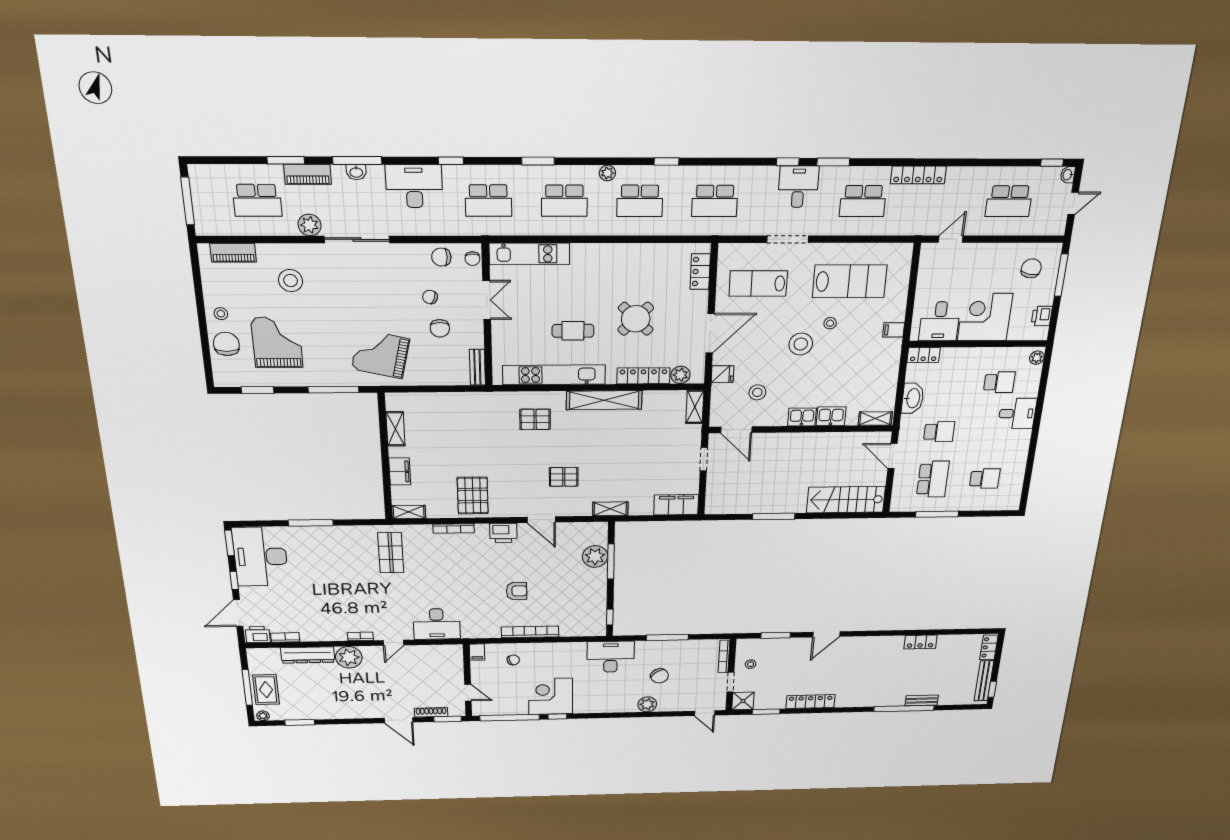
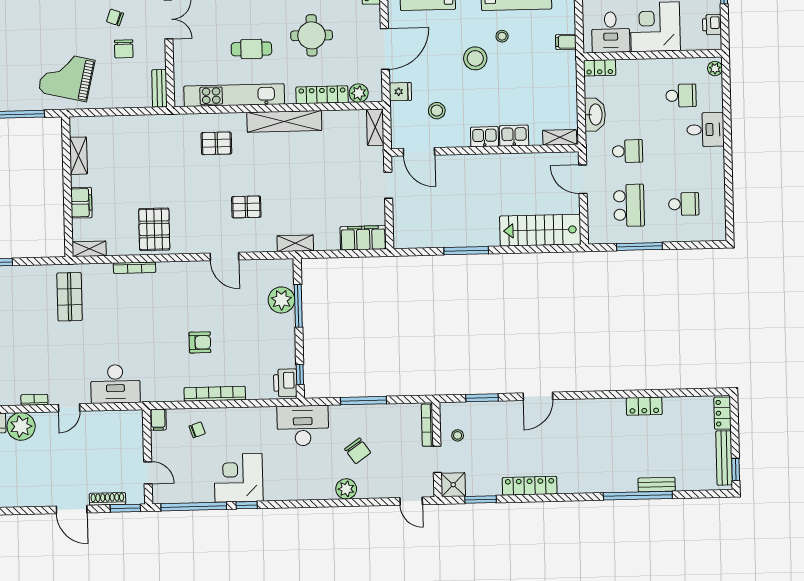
round table: (636, 319) -> (312, 35), turned 45
printer: (503, 533) -> (285, 383), moved, turned 90

